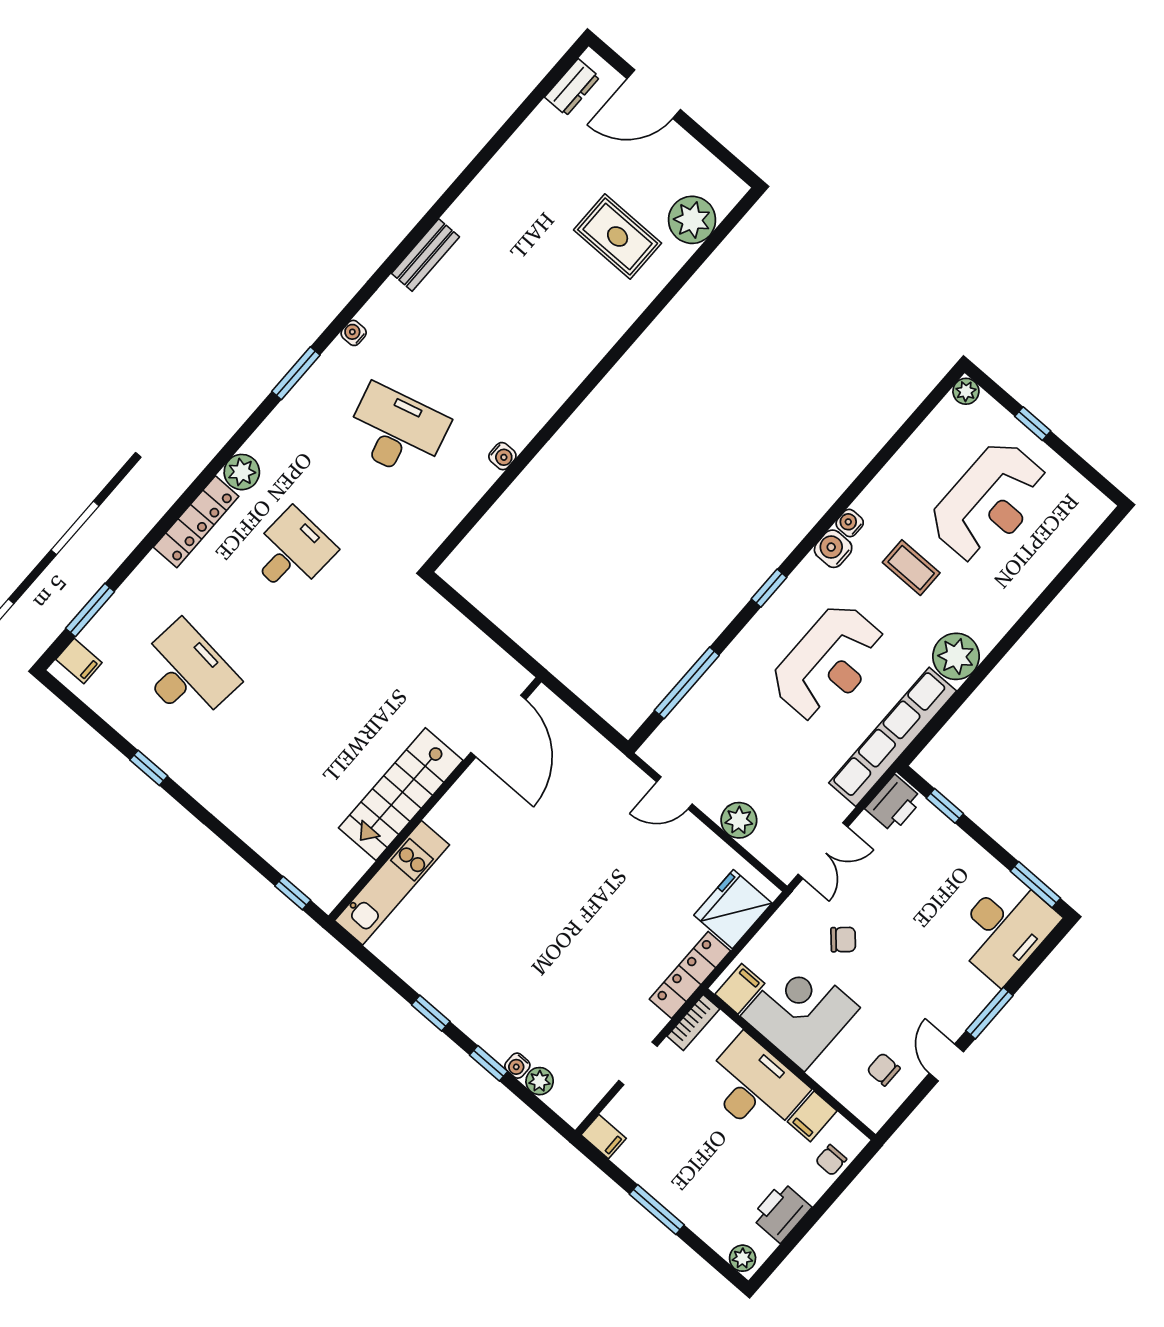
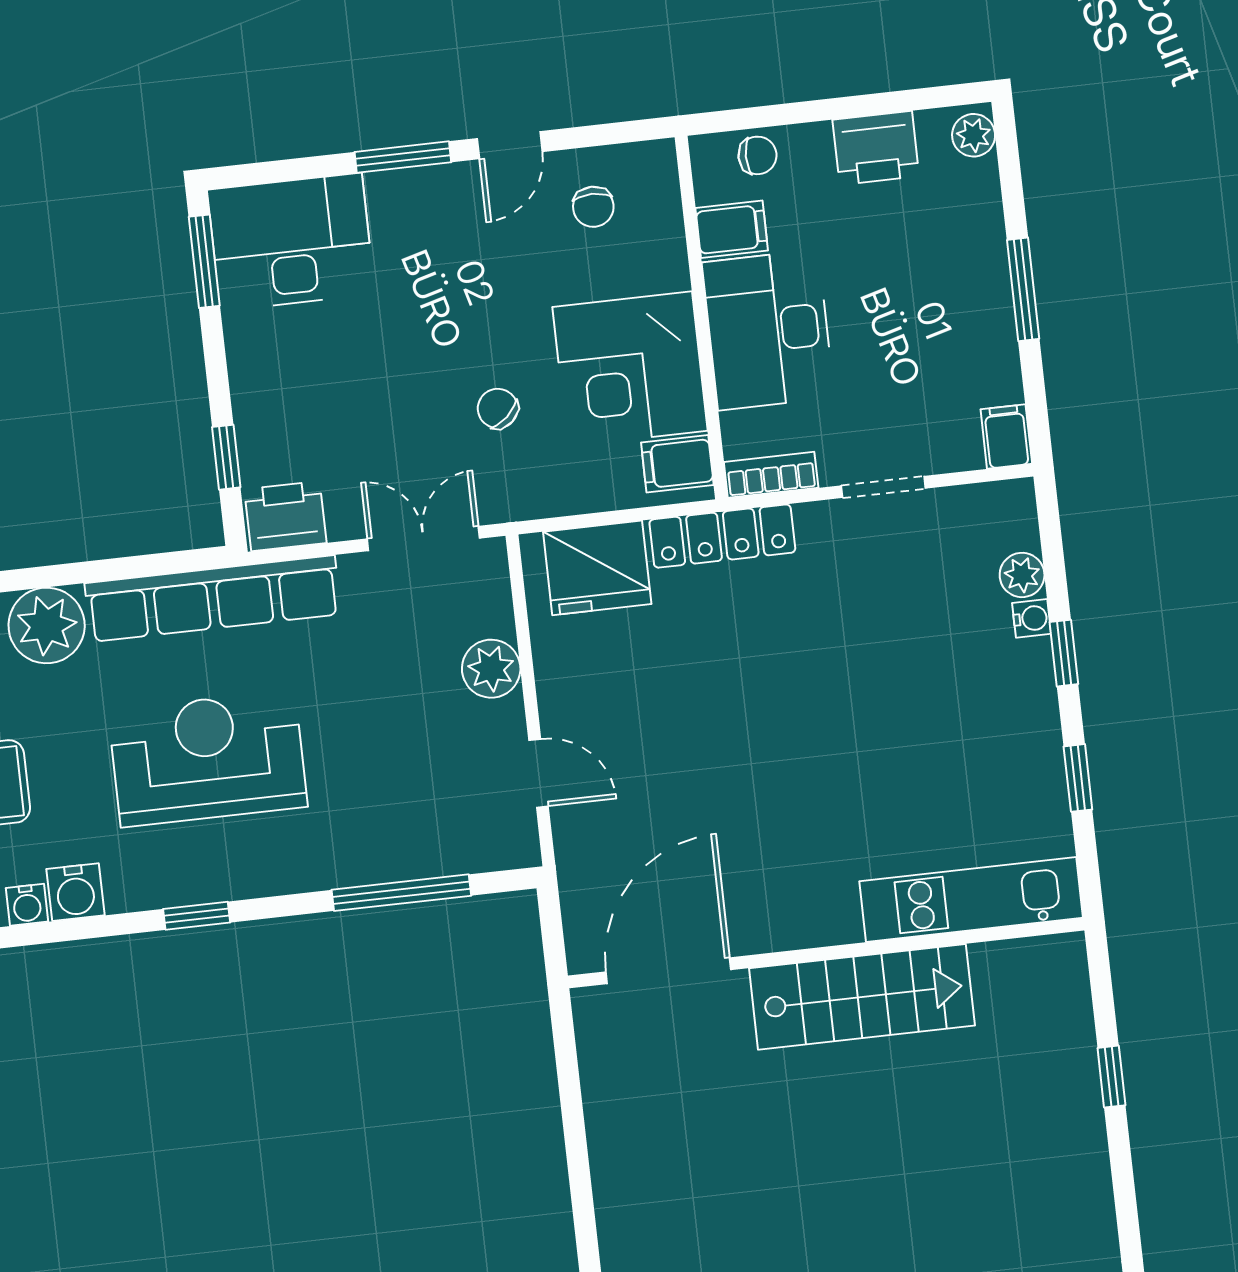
door: (498, 726) -> (668, 971), moved
stairs: (401, 794) -> (862, 997), moved
wall: (435, 799) -> (826, 953), moved
kitchen unit: (392, 883) -> (971, 899), moved

